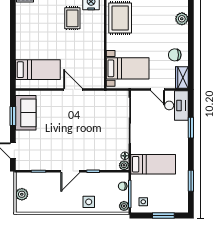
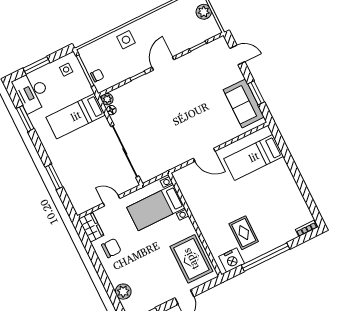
desk: (176, 105) -> (32, 92), moved
plant: (124, 206) -> (85, 54), removed

